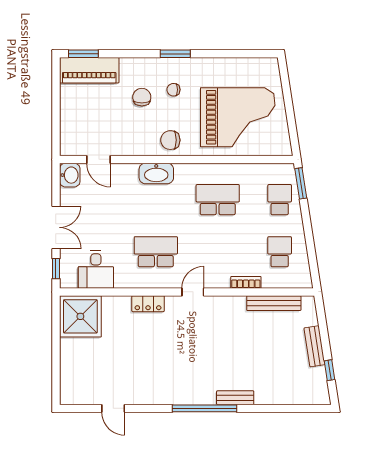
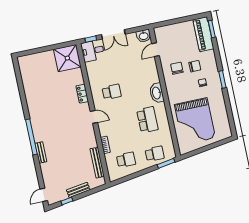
chair: (170, 140) -> (177, 68), moved
washbasin: (156, 173) -> (157, 93), moved
school desk: (156, 252) -> (112, 92), width x0.54
desk: (96, 270) -> (93, 51), moved
door: (113, 408) -> (44, 195), moved

